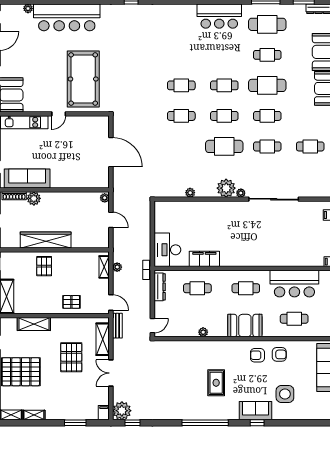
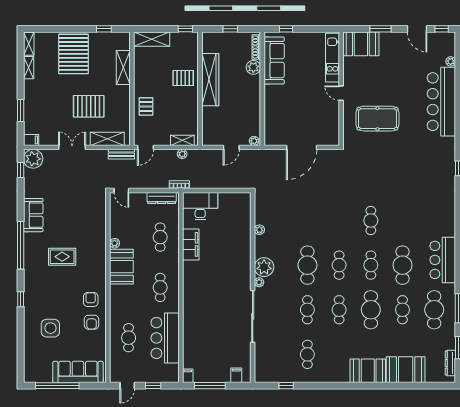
pool table: (83, 79) -> (377, 119), width x0.73, depth x0.76
cafe table: (181, 116) -> (402, 265), moved, width x1.37, depth x1.35
booth: (245, 326) -> (121, 267), moved
sofa: (255, 411) -> (33, 215), moved

